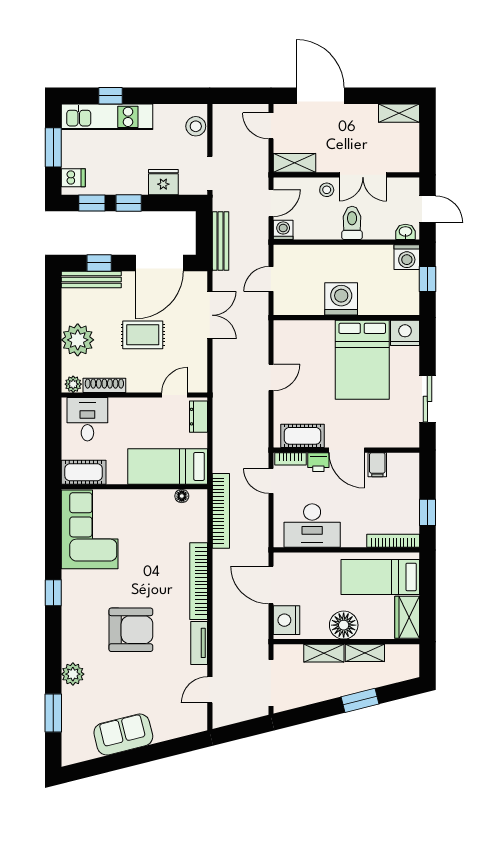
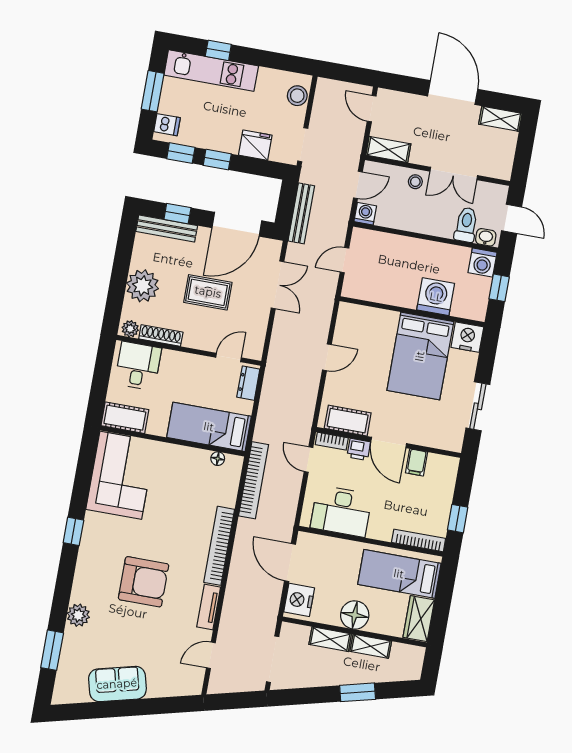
door: (320, 96) -> (453, 93), moved
toilet: (352, 223) -> (466, 225), moved
washing machine: (341, 299) -> (436, 297), moved

